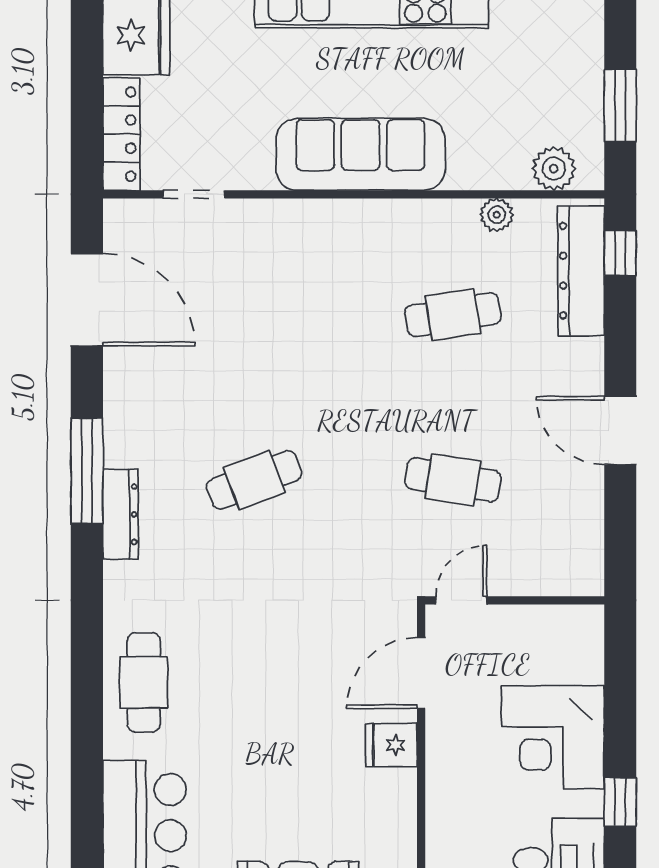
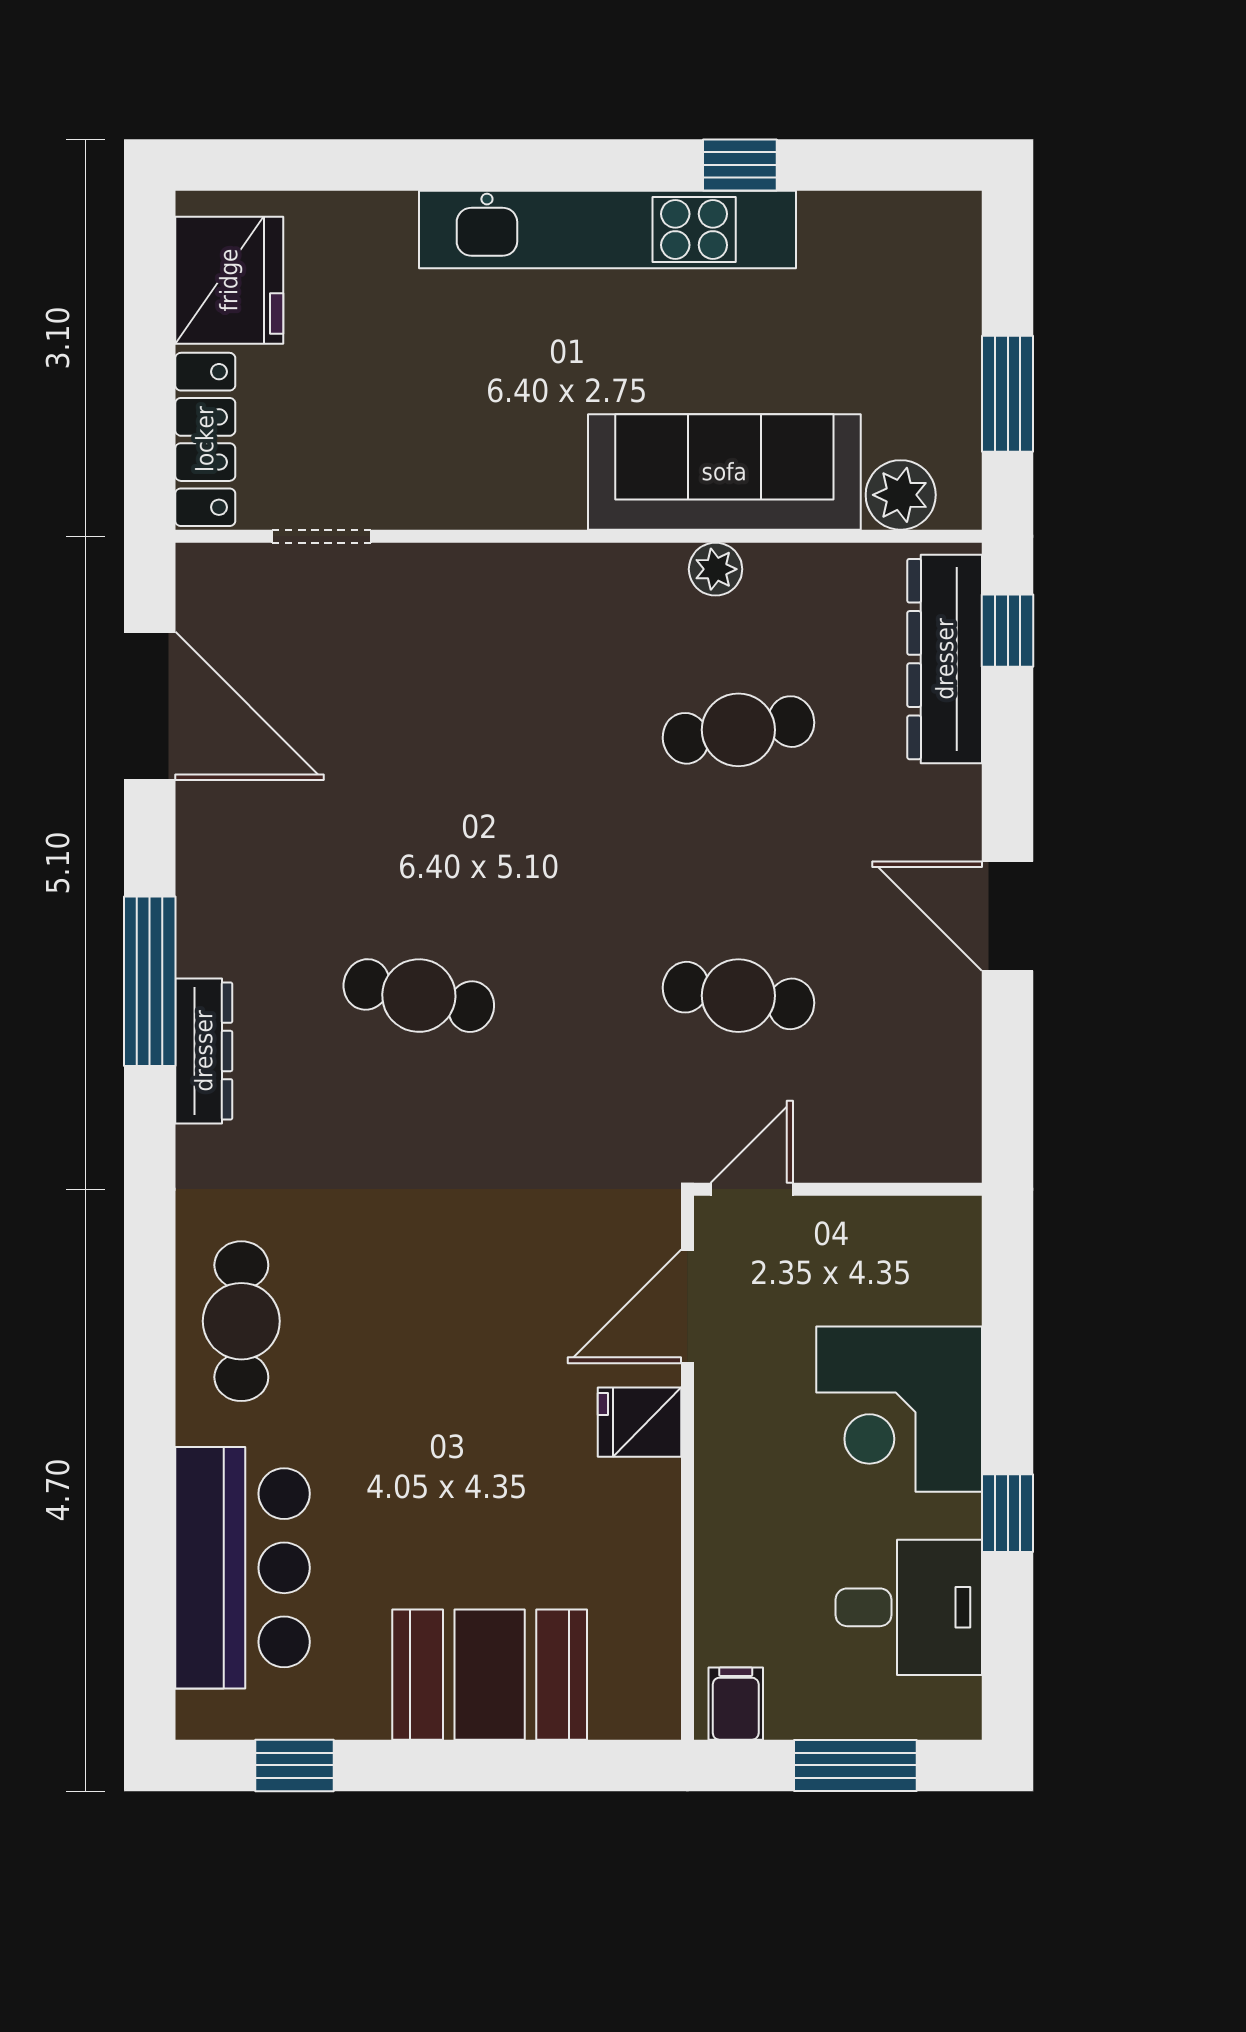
sofa: (360, 154) -> (724, 472), moved
plant: (497, 215) -> (716, 569), moved
cafe table: (254, 480) -> (419, 996), turned 33

